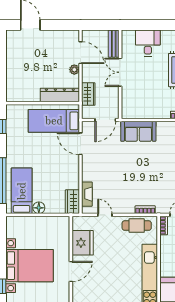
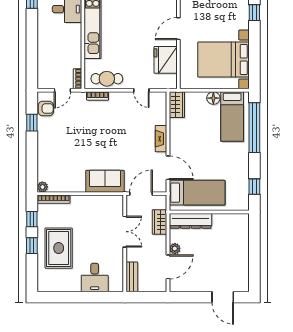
door: (81, 53) -> (168, 267), swing flipped
double door: (120, 72) -> (125, 232), moved
fireplace: (87, 194) -> (161, 139), moved
bed with nightstands: (30, 266) -> (223, 59), moved

